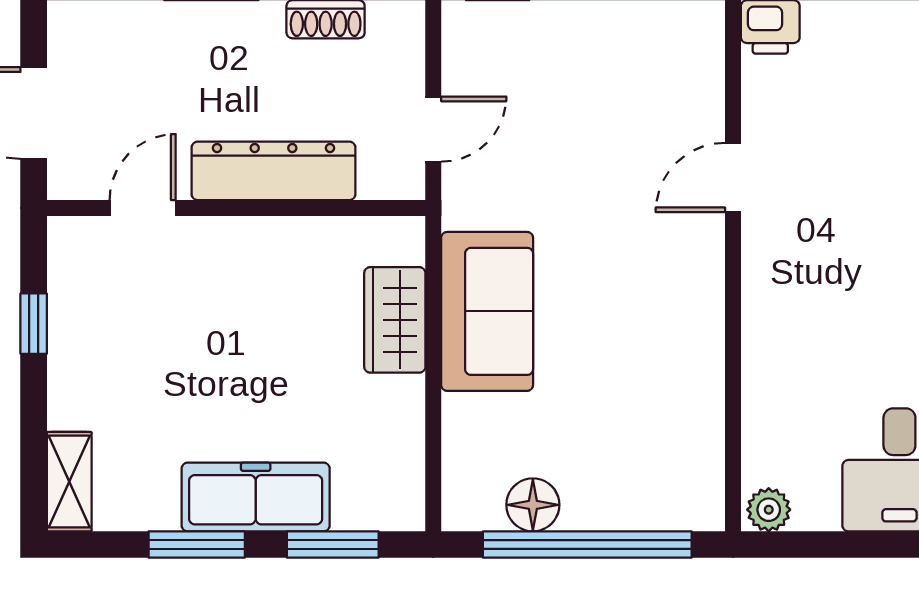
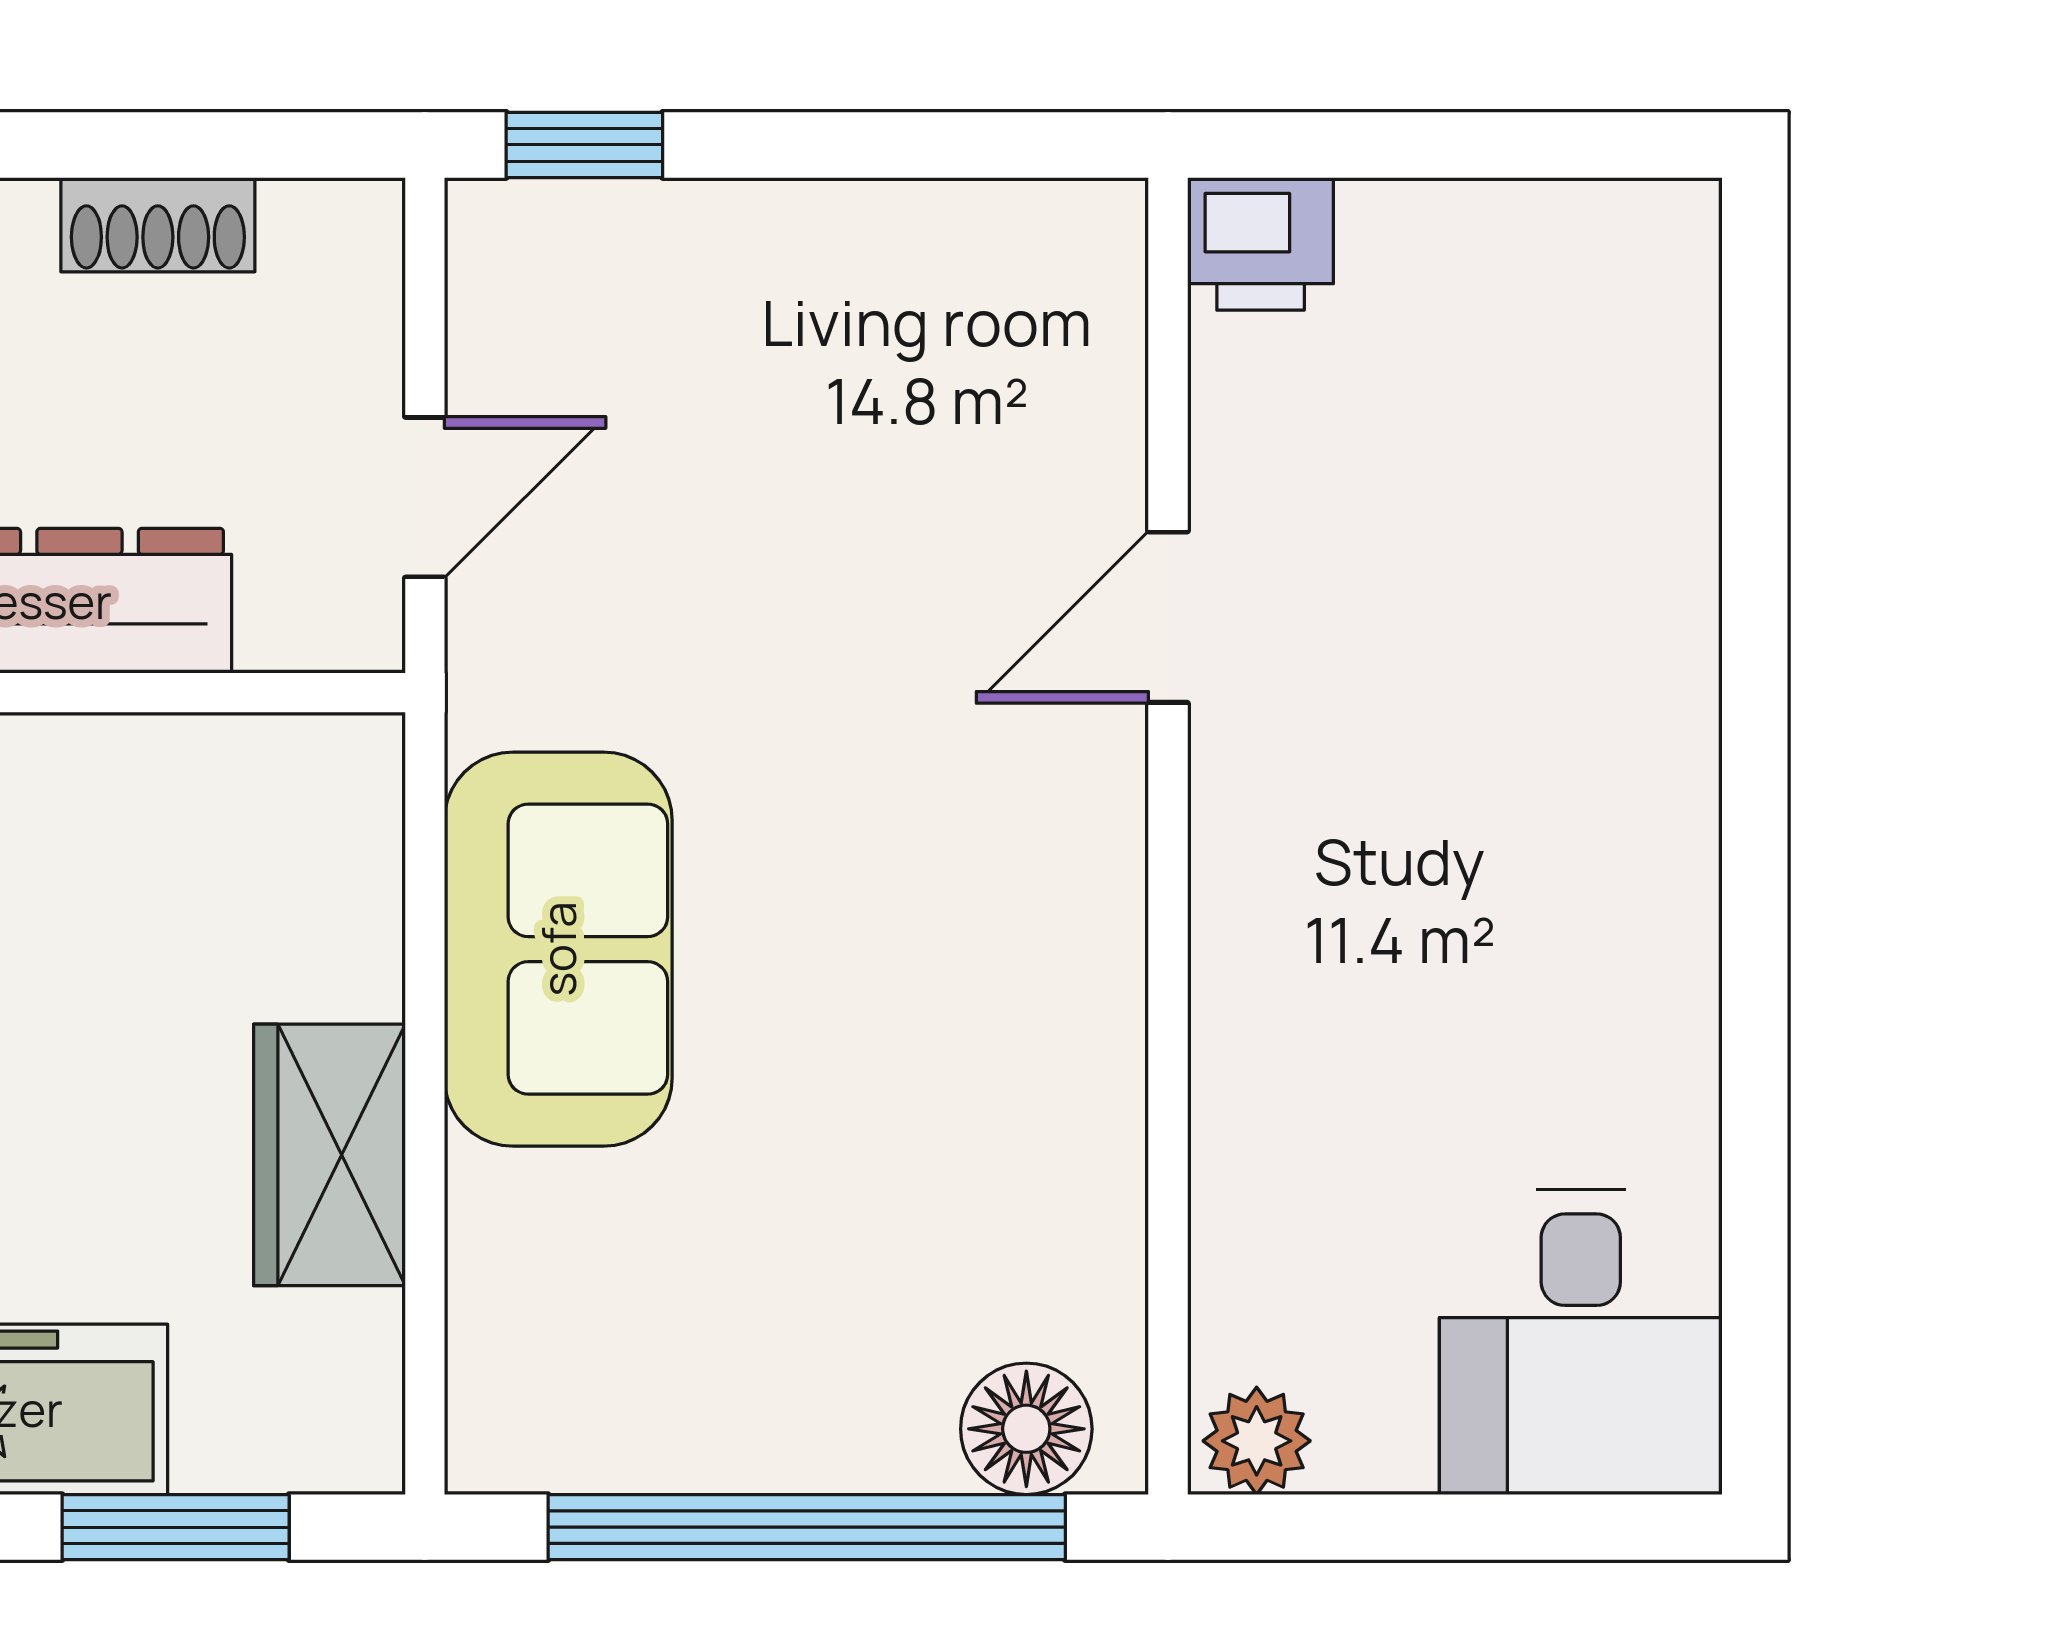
wardrobe: (395, 320) -> (329, 1155), moved
floor lamp: (533, 505) -> (1026, 1429), moved

